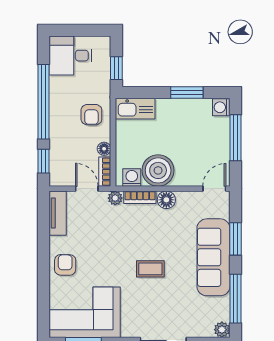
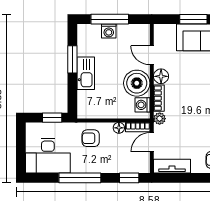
desk: (70, 56) -> (48, 156), width x1.37
window: (43, 102) -> (80, 178), width x0.68
washing machine: (221, 107) -> (109, 31), moved
kitchen sink: (135, 109) -> (86, 73), moved
armchair: (91, 115) -> (91, 138), turned 180
door: (214, 189) -> (152, 55), moved

